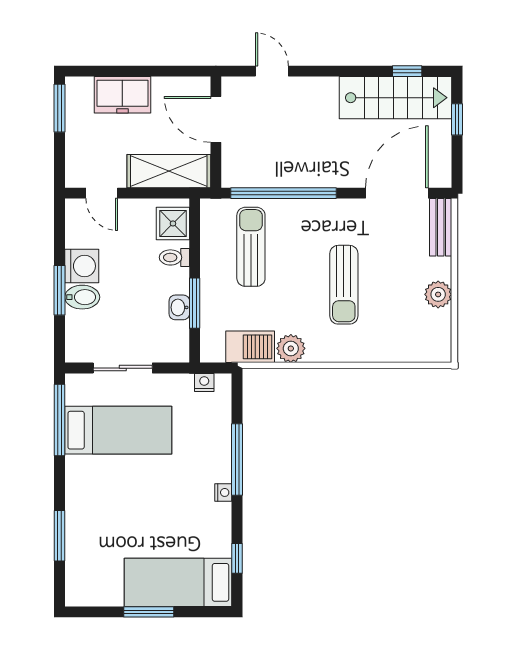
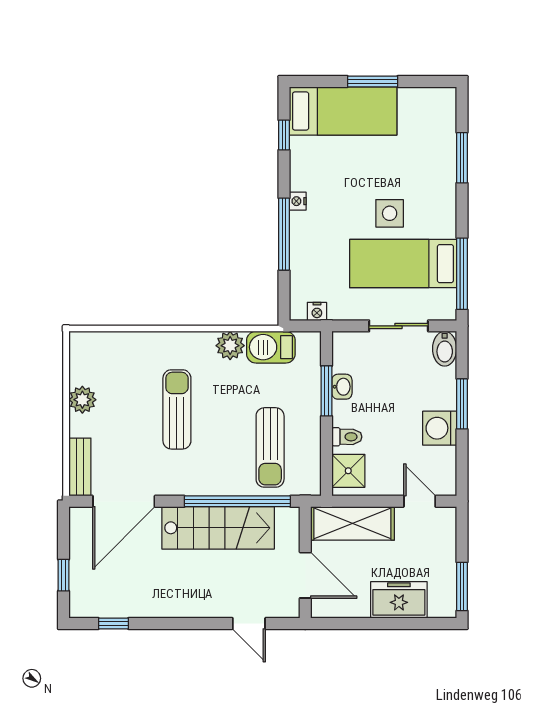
stairs: (396, 98) -> (218, 528), moved, turned 180
bidet: (82, 297) -> (445, 349), moved, turned -90
side table: (132, 480) -> (390, 213), added

